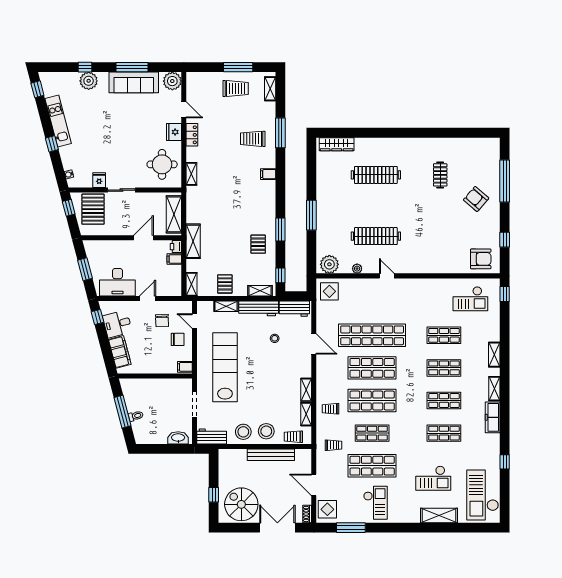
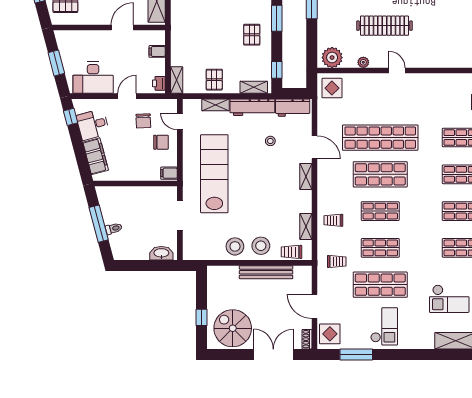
shelving: (193, 241) -> (178, 32), removed
printer: (176, 247) -> (159, 83), moved
shelving: (306, 390) -> (306, 176), moved
shop shelf: (372, 401) -> (380, 211), width x0.70, depth x0.74
workbench: (212, 436) -> (199, 252), removed

